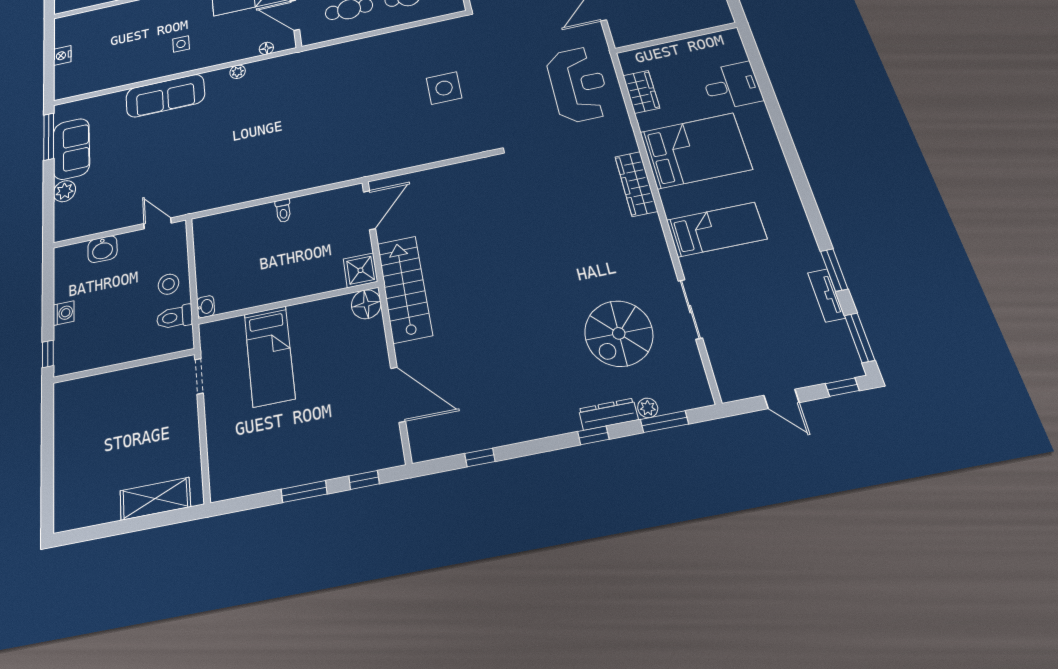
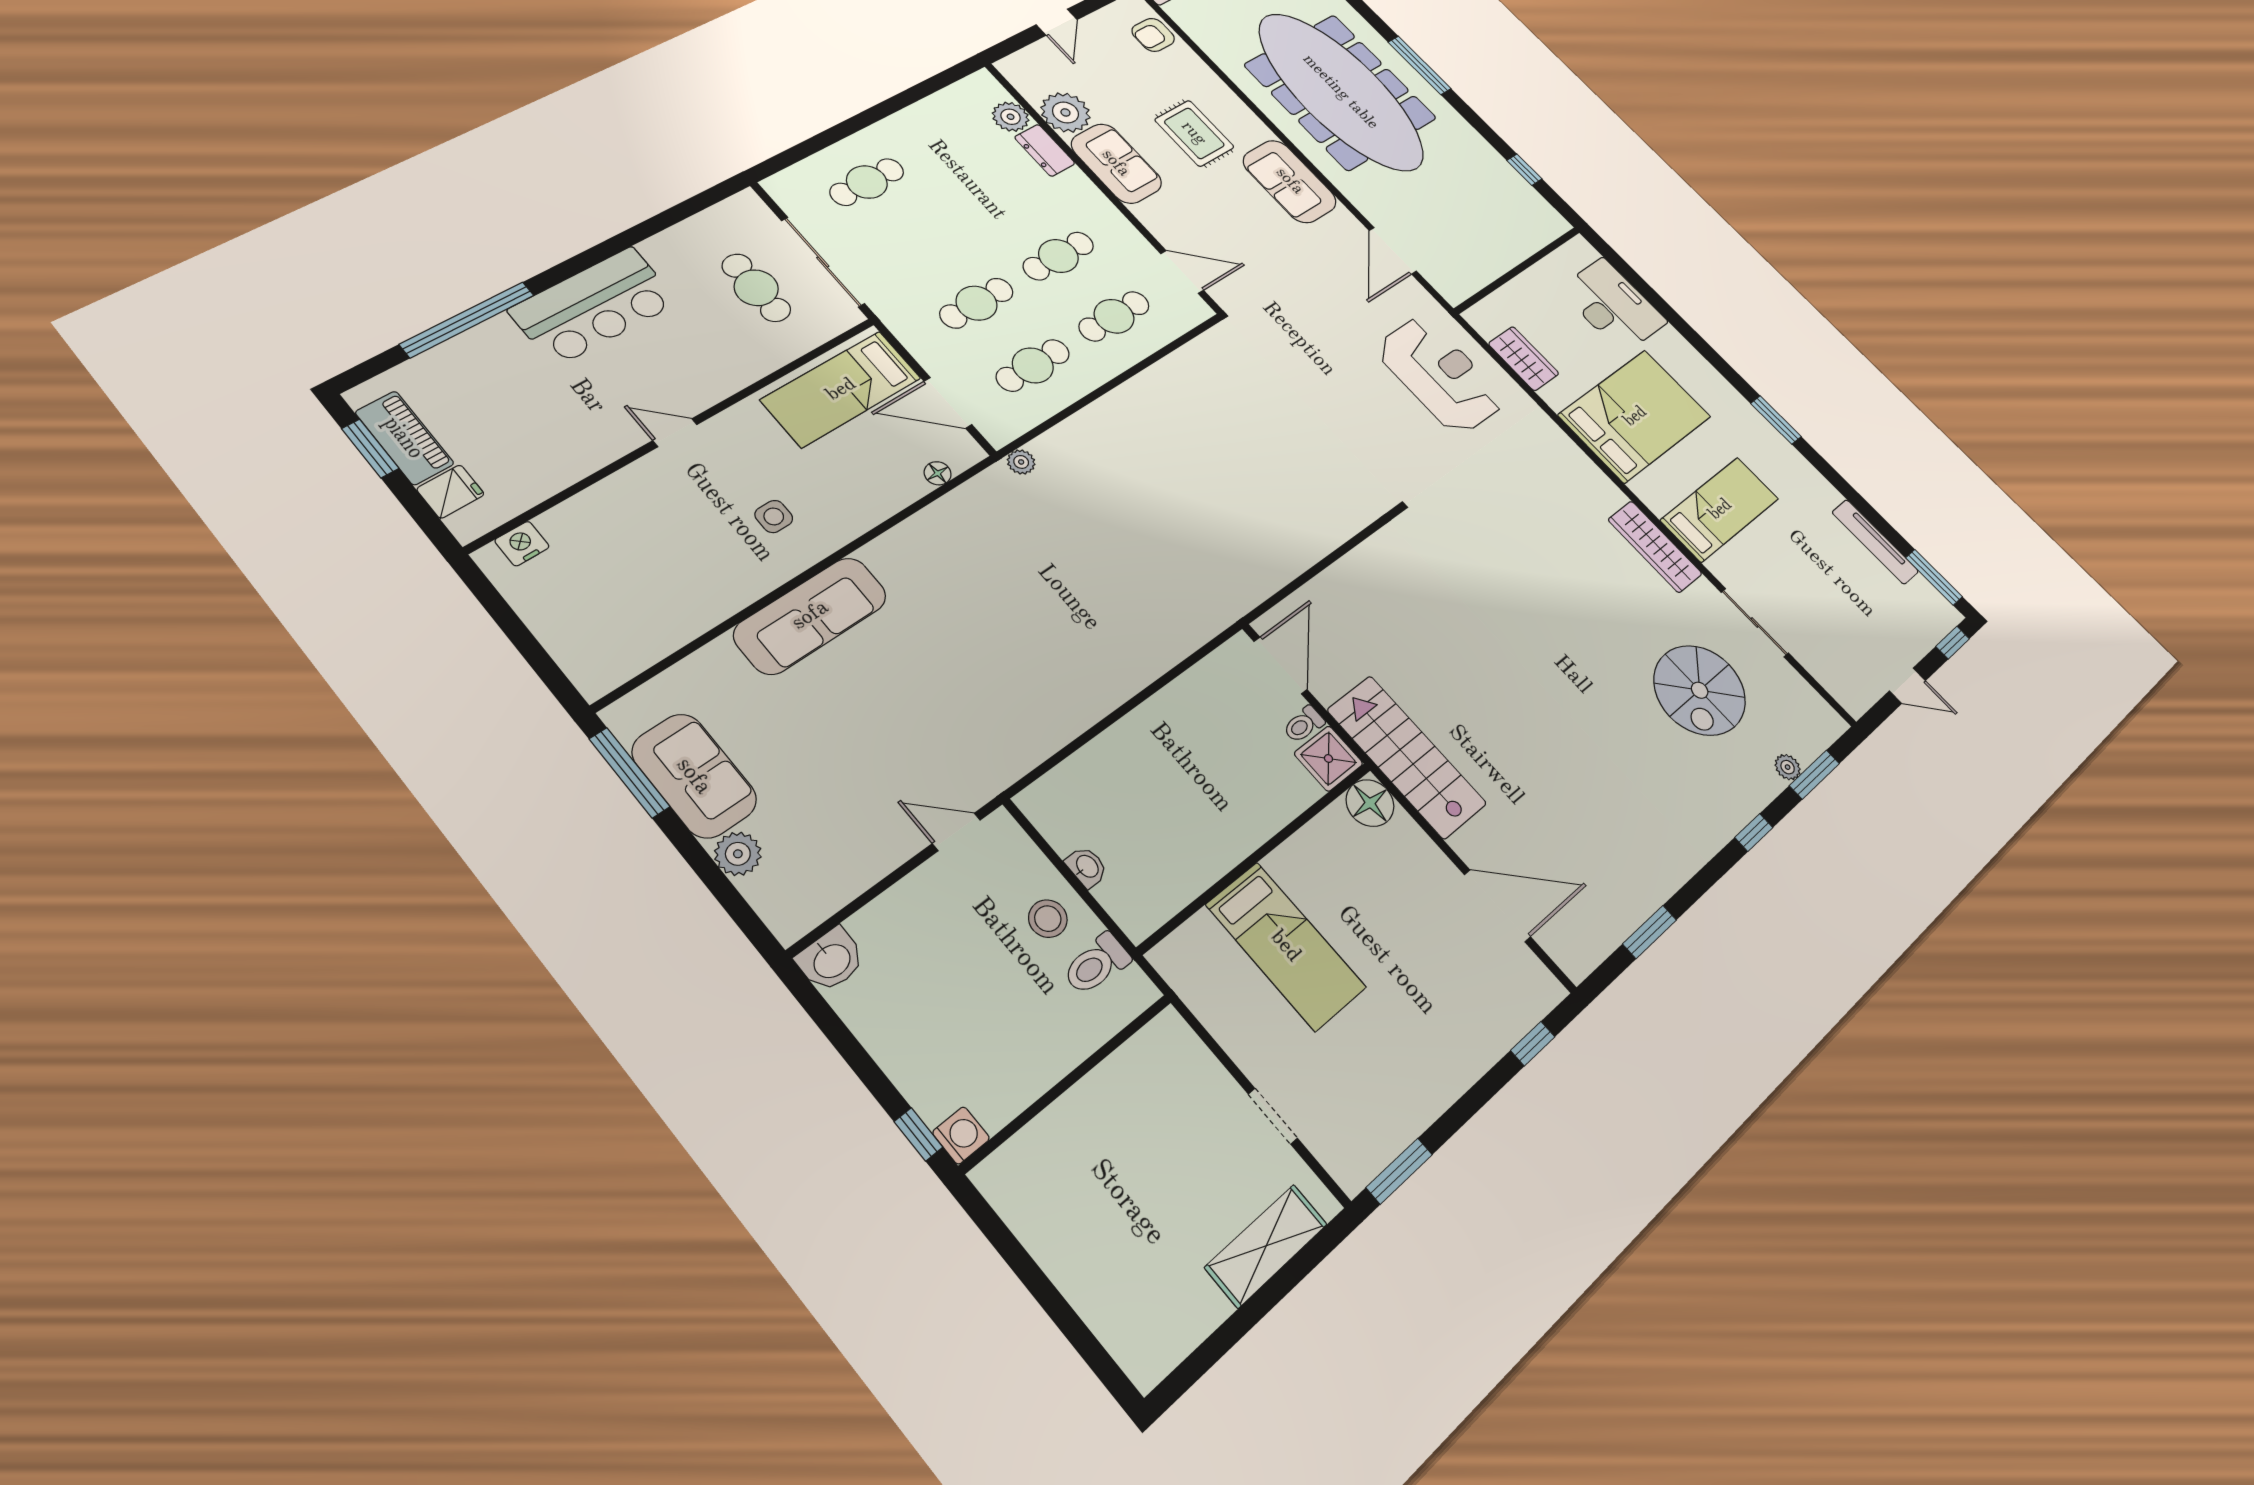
nightstand: (62, 55) -> (522, 544), moved, turned 90
plant: (238, 72) -> (1021, 462), moved
desk: (732, 86) -> (1613, 305), width x1.37
side table: (444, 88) -> (1264, 442), removed
wardrobe: (636, 184) -> (1655, 547), moved
toilet: (283, 211) -> (1304, 724), moved, turned 90
washbasin: (103, 249) -> (831, 960), moved
window: (834, 270) -> (1776, 420), moved
tv unit: (826, 295) -> (1875, 542), width x1.41
washbasin: (206, 307) -> (1087, 867), moved
washing machine: (64, 313) -> (961, 1135), moved
doorway: (199, 376) -> (1273, 1116), moved
dresser: (608, 414) -> (1753, 797), removed
window: (480, 457) -> (1650, 932), width x1.50
window: (304, 492) -> (1399, 1171), moved

